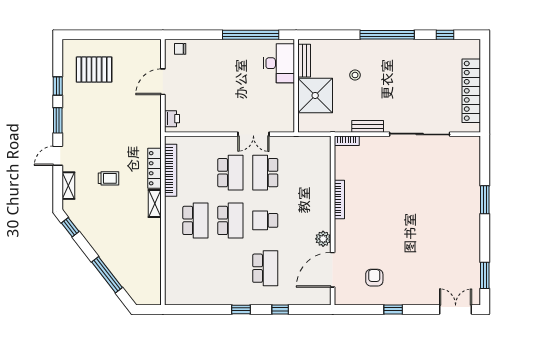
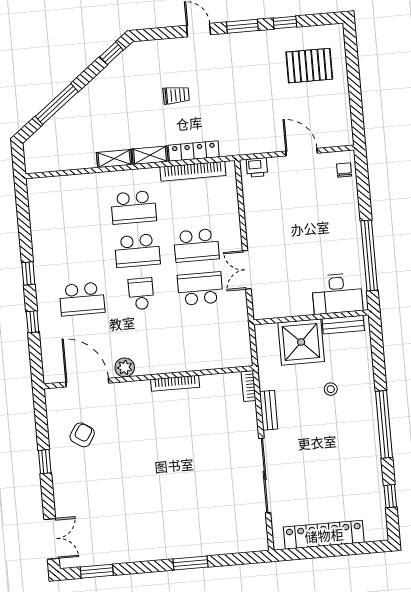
pallet: (94, 70) -> (309, 66), turned 90
trolley: (108, 178) -> (176, 95), turned -90
shelving: (68, 186) -> (114, 159), moved
armchair: (374, 278) -> (82, 435), turned -57

